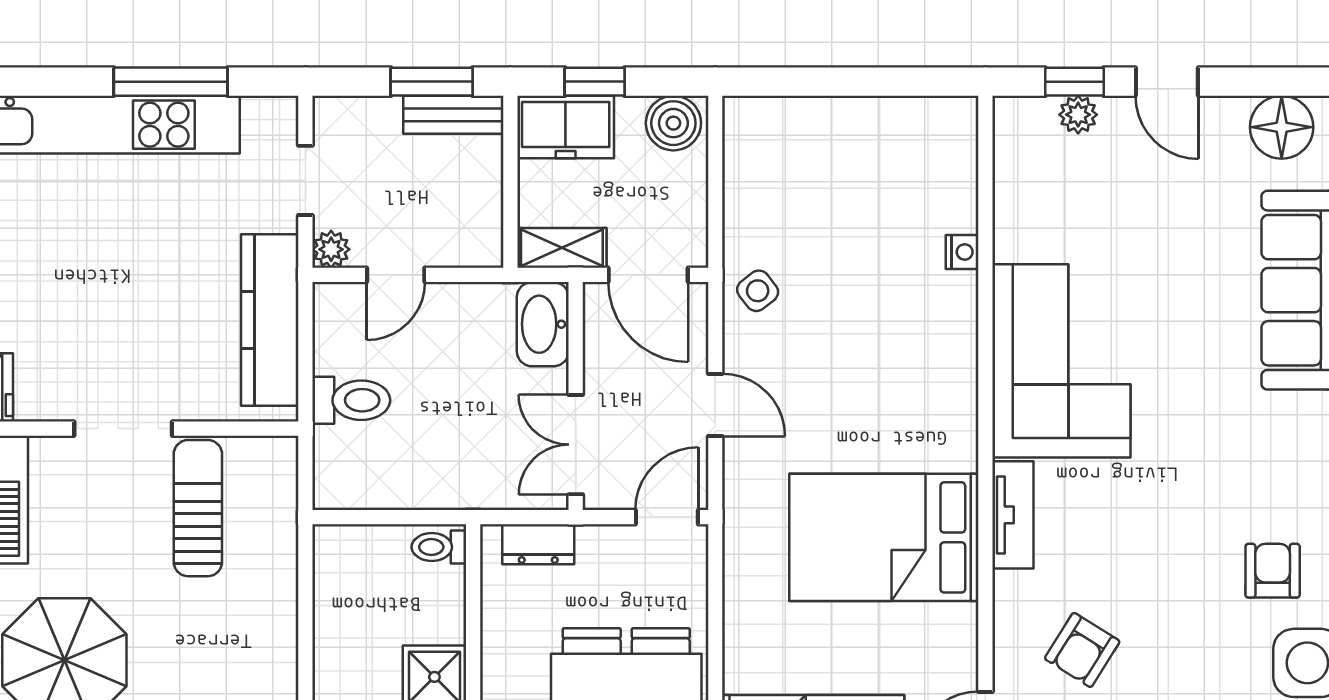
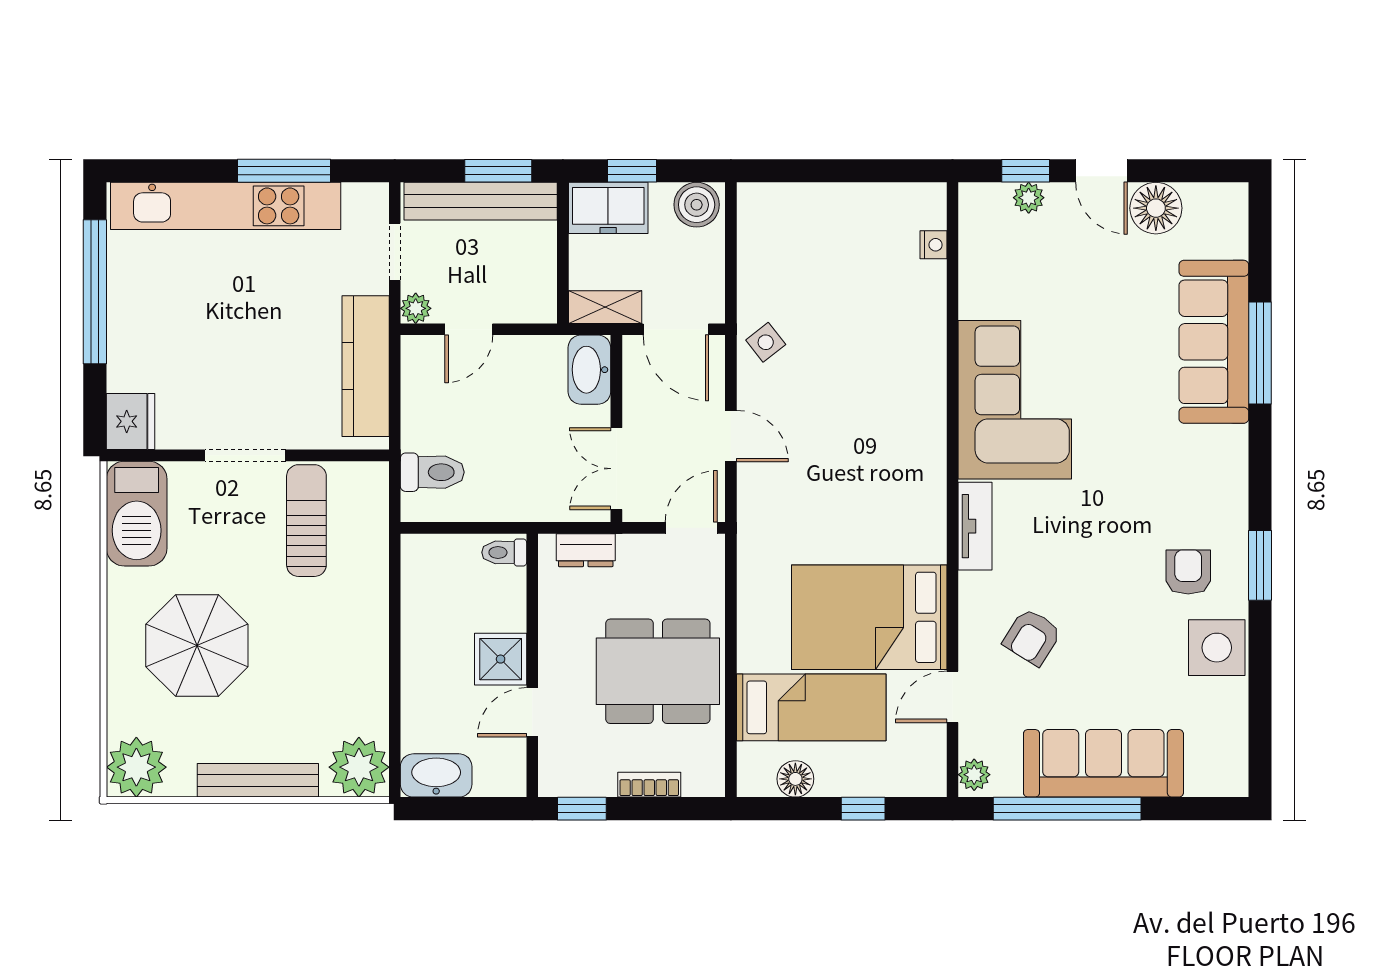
bench: (453, 115) -> (481, 201), width x1.86, depth x1.21
floor lamp: (1282, 127) -> (1156, 208), moved
nightstand: (962, 252) -> (933, 245), moved
toilet: (351, 400) -> (432, 472), moved
bed: (884, 537) -> (869, 617), moved

